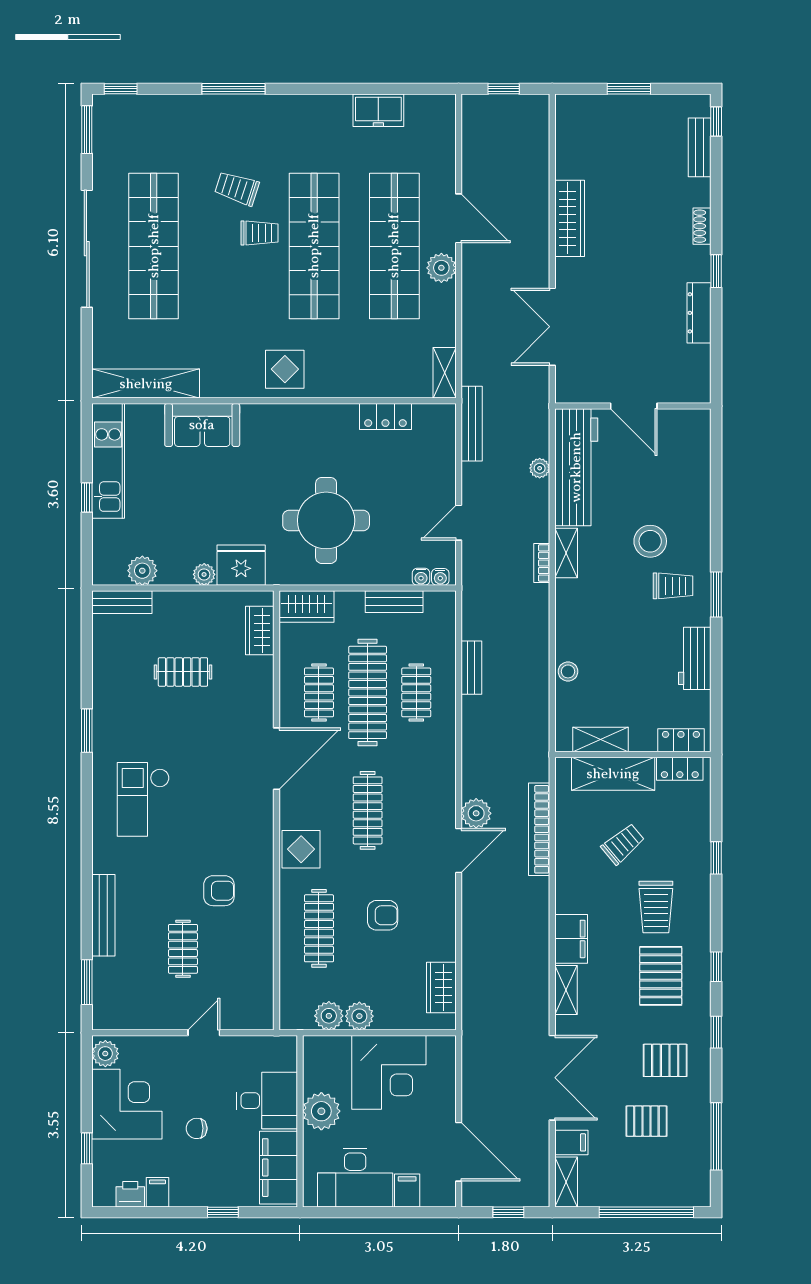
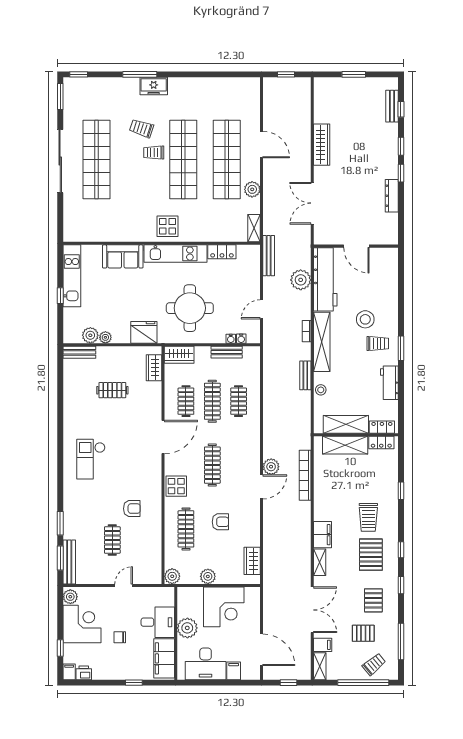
freezer: (378, 110) -> (154, 86), moved
window: (716, 122) -> (401, 109), moved
window: (716, 222) -> (401, 146), added
shoe rack: (702, 226) -> (393, 149), removed
trolley: (259, 233) -> (154, 153), turned 180
plant: (441, 268) -> (252, 189), moved
shelving: (146, 384) -> (92, 234), removed
kitchen unit: (300, 420) -> (175, 254), added
plant: (540, 468) -> (301, 280), width x1.88, depth x1.88
shelving: (566, 553) -> (322, 342), width x2.20, depth x1.33
plant: (204, 574) -> (105, 337), moved
water cooler: (440, 577) -> (231, 339), moved
bench: (471, 668) -> (305, 375), moved
clothes rail: (368, 692) -> (212, 401), width x0.73, depth x0.76
window: (87, 731) -> (60, 523), moved
shelving: (601, 739) -> (346, 424), width x1.50, depth x1.33
trolley: (623, 844) -> (374, 664), moved
bench: (103, 915) -> (69, 562), moved
plant: (329, 1016) -> (172, 576), moved
pallet: (665, 1060) -> (373, 600), turned 90
filing cabinet: (157, 1192) -> (69, 672), moved

